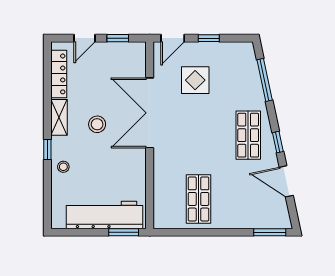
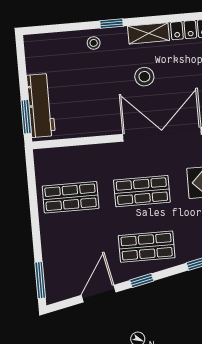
shop shelf: (199, 135) -> (142, 191), added
workbench: (105, 215) -> (41, 105), width x0.73, depth x0.76

